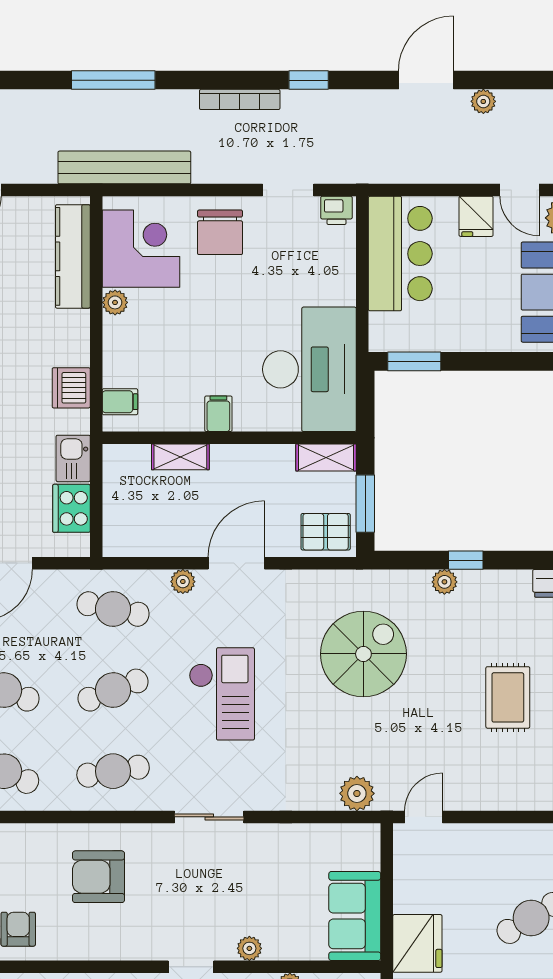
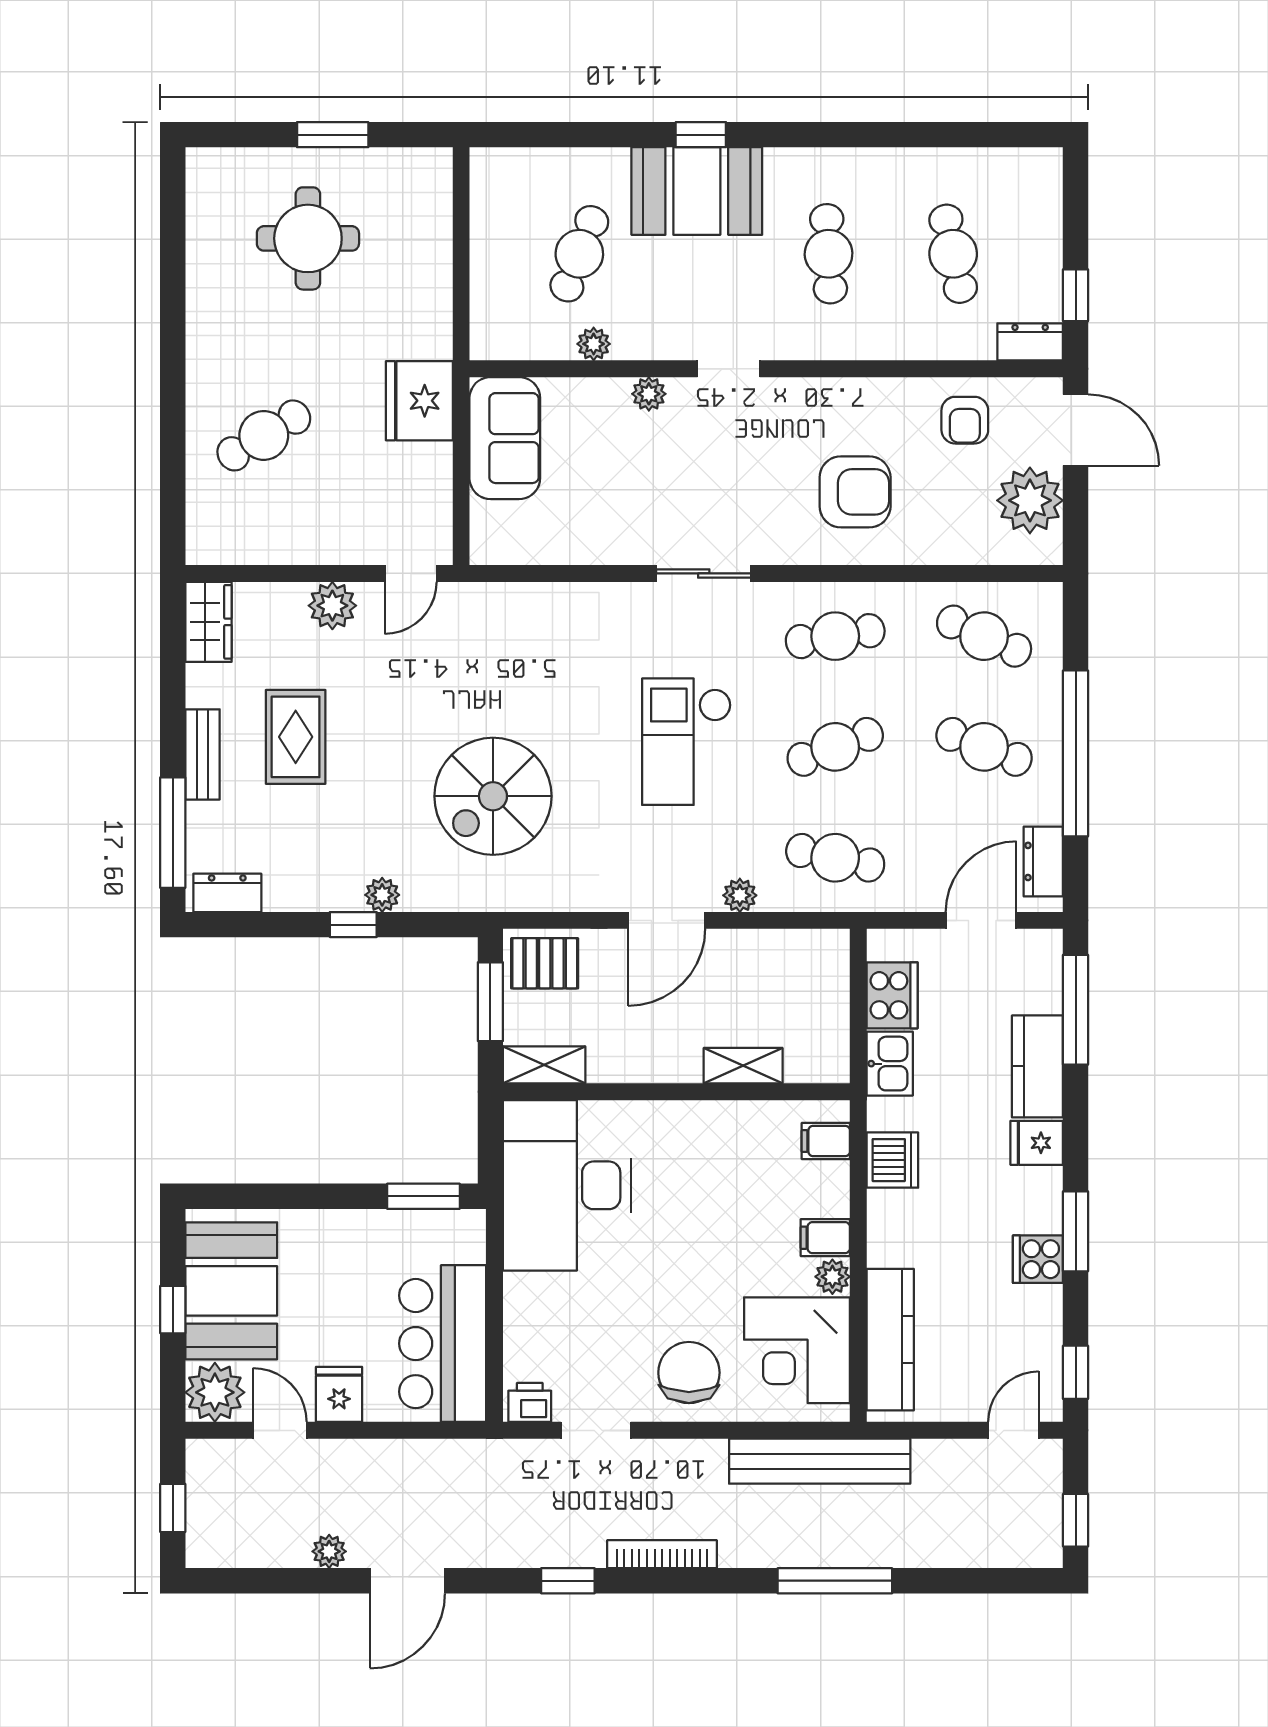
filing cabinet: (218, 414) -> (825, 1238), moved, turned 90
plant: (357, 793) -> (332, 606), moved

